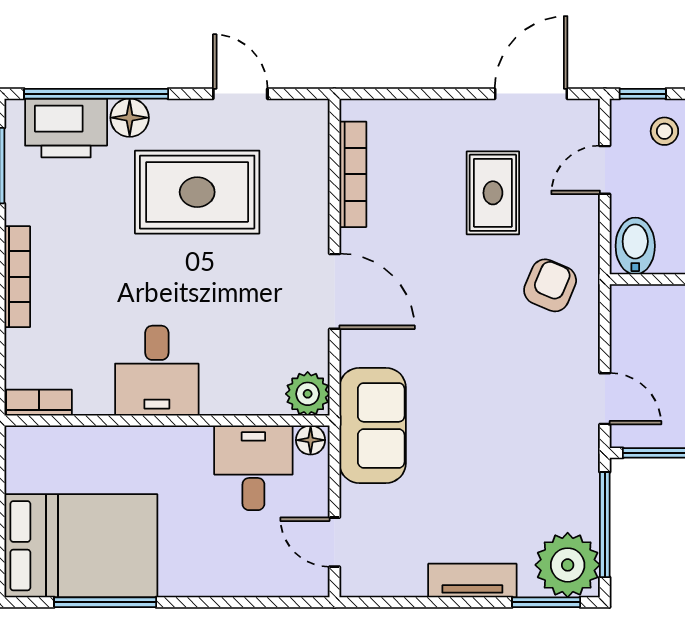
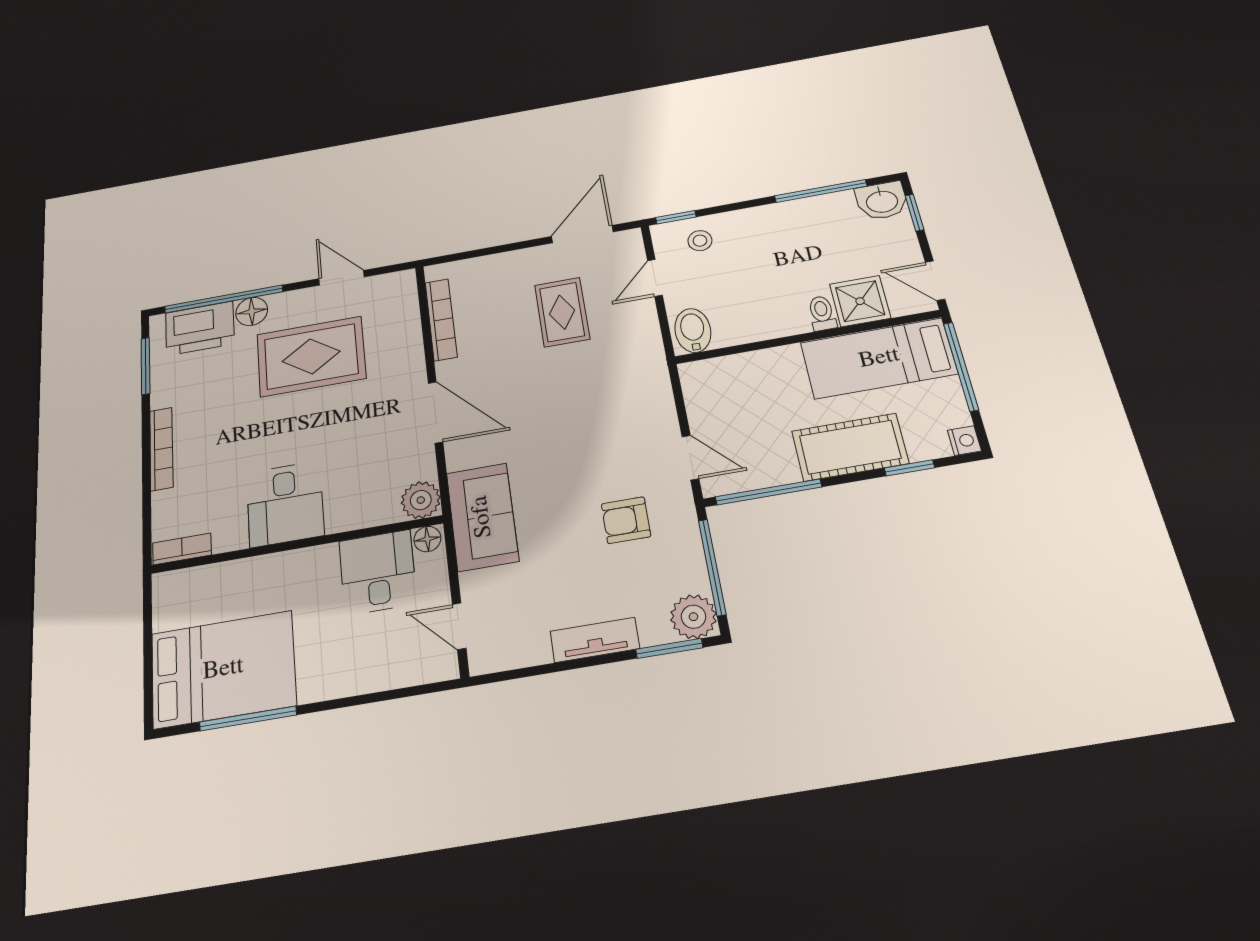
armchair: (550, 285) -> (626, 520), moved, turned -113
plant: (568, 565) -> (693, 617), width x0.73, depth x0.73

